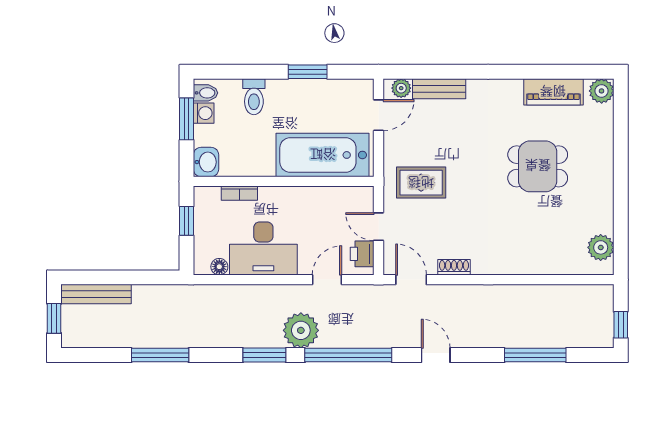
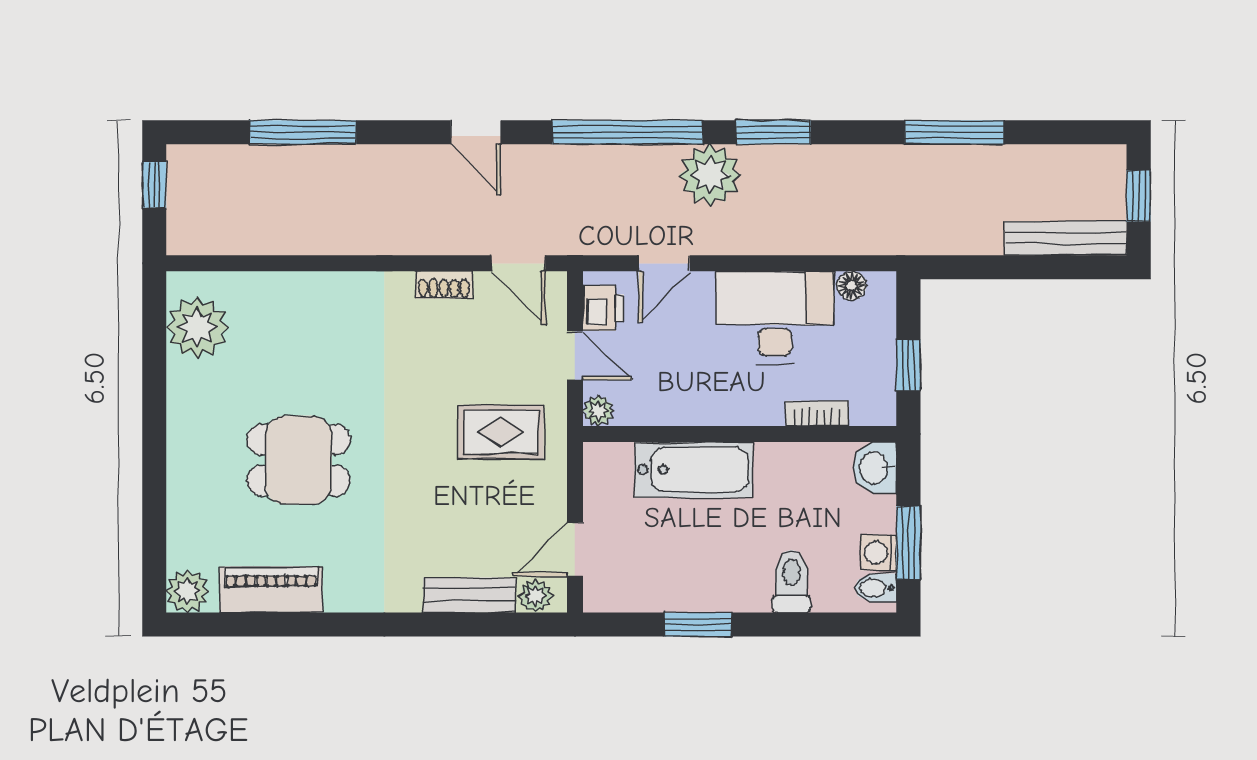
bathtub: (323, 155) -> (694, 470), width x0.73, depth x0.73
plant: (365, 195) -> (598, 411), added
plant: (601, 247) -> (197, 327), width x1.36, depth x1.36

